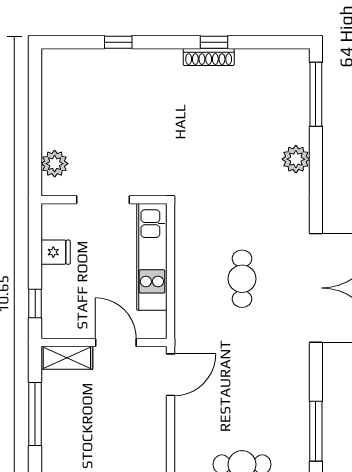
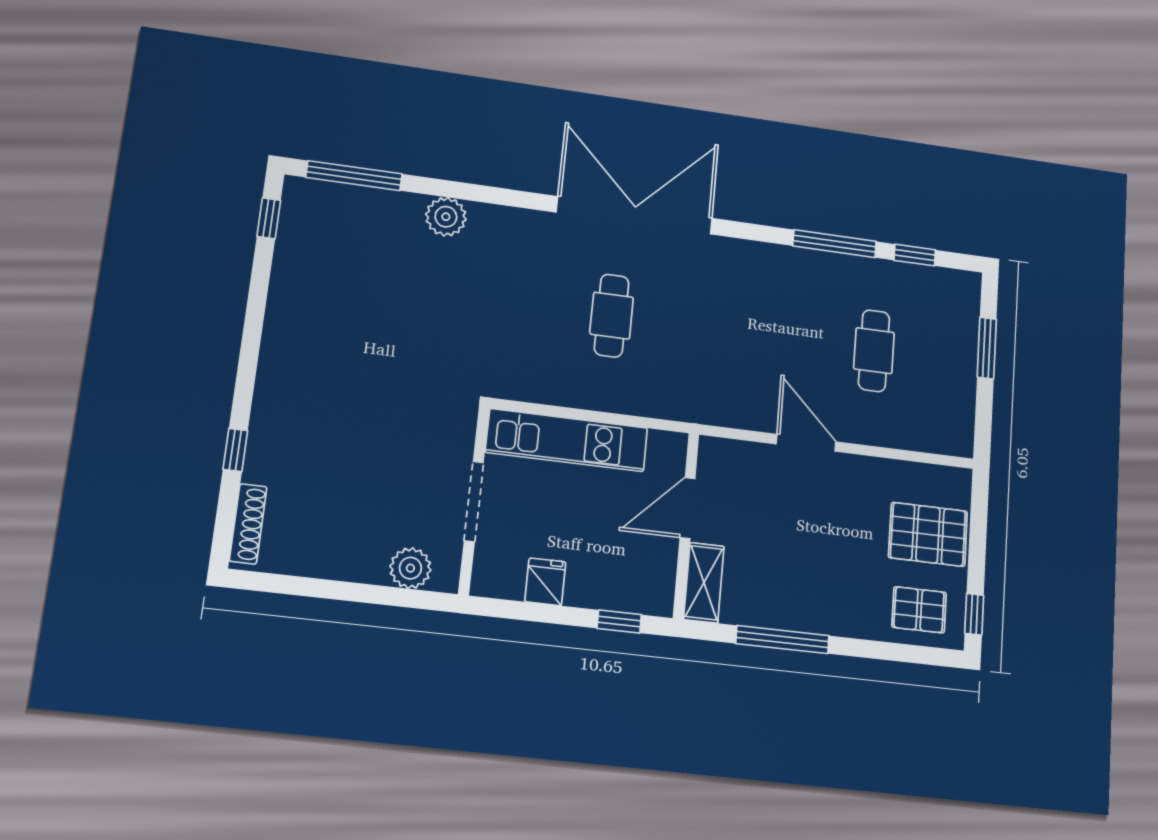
window: (214, 42) -> (269, 218), moved
shoe rack: (209, 57) -> (248, 524), moved
cafe table: (242, 279) -> (612, 316), turned 90
door: (171, 375) -> (806, 443), moved

